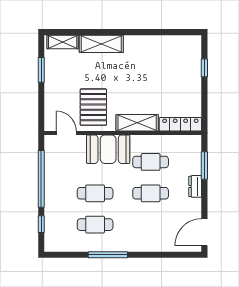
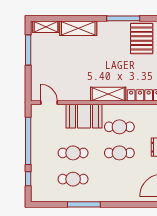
window: (155, 32) -> (123, 18), added
window: (41, 70) -> (28, 50), width x1.44
pallet: (93, 107) -> (142, 38), moved

